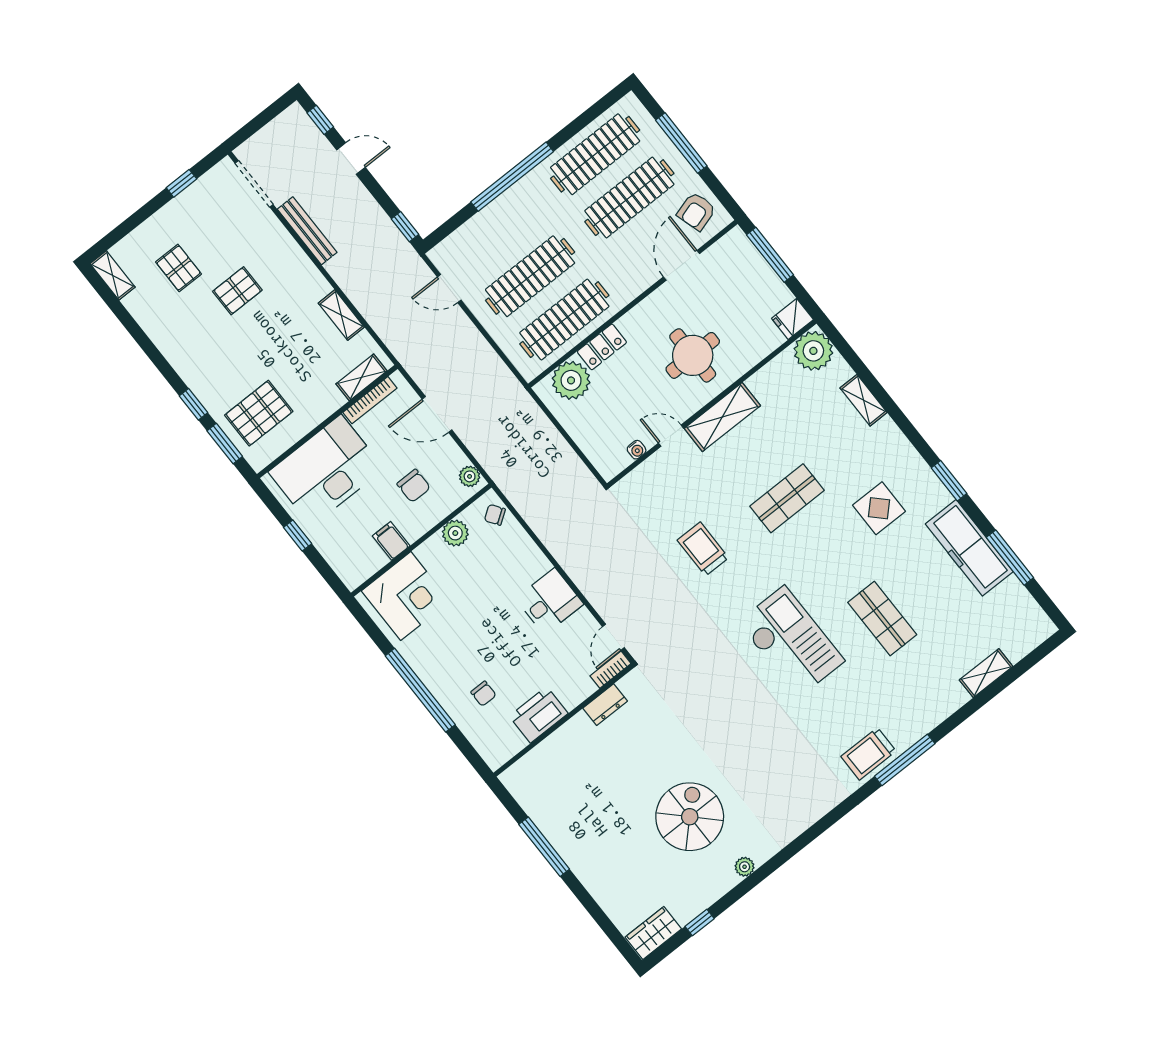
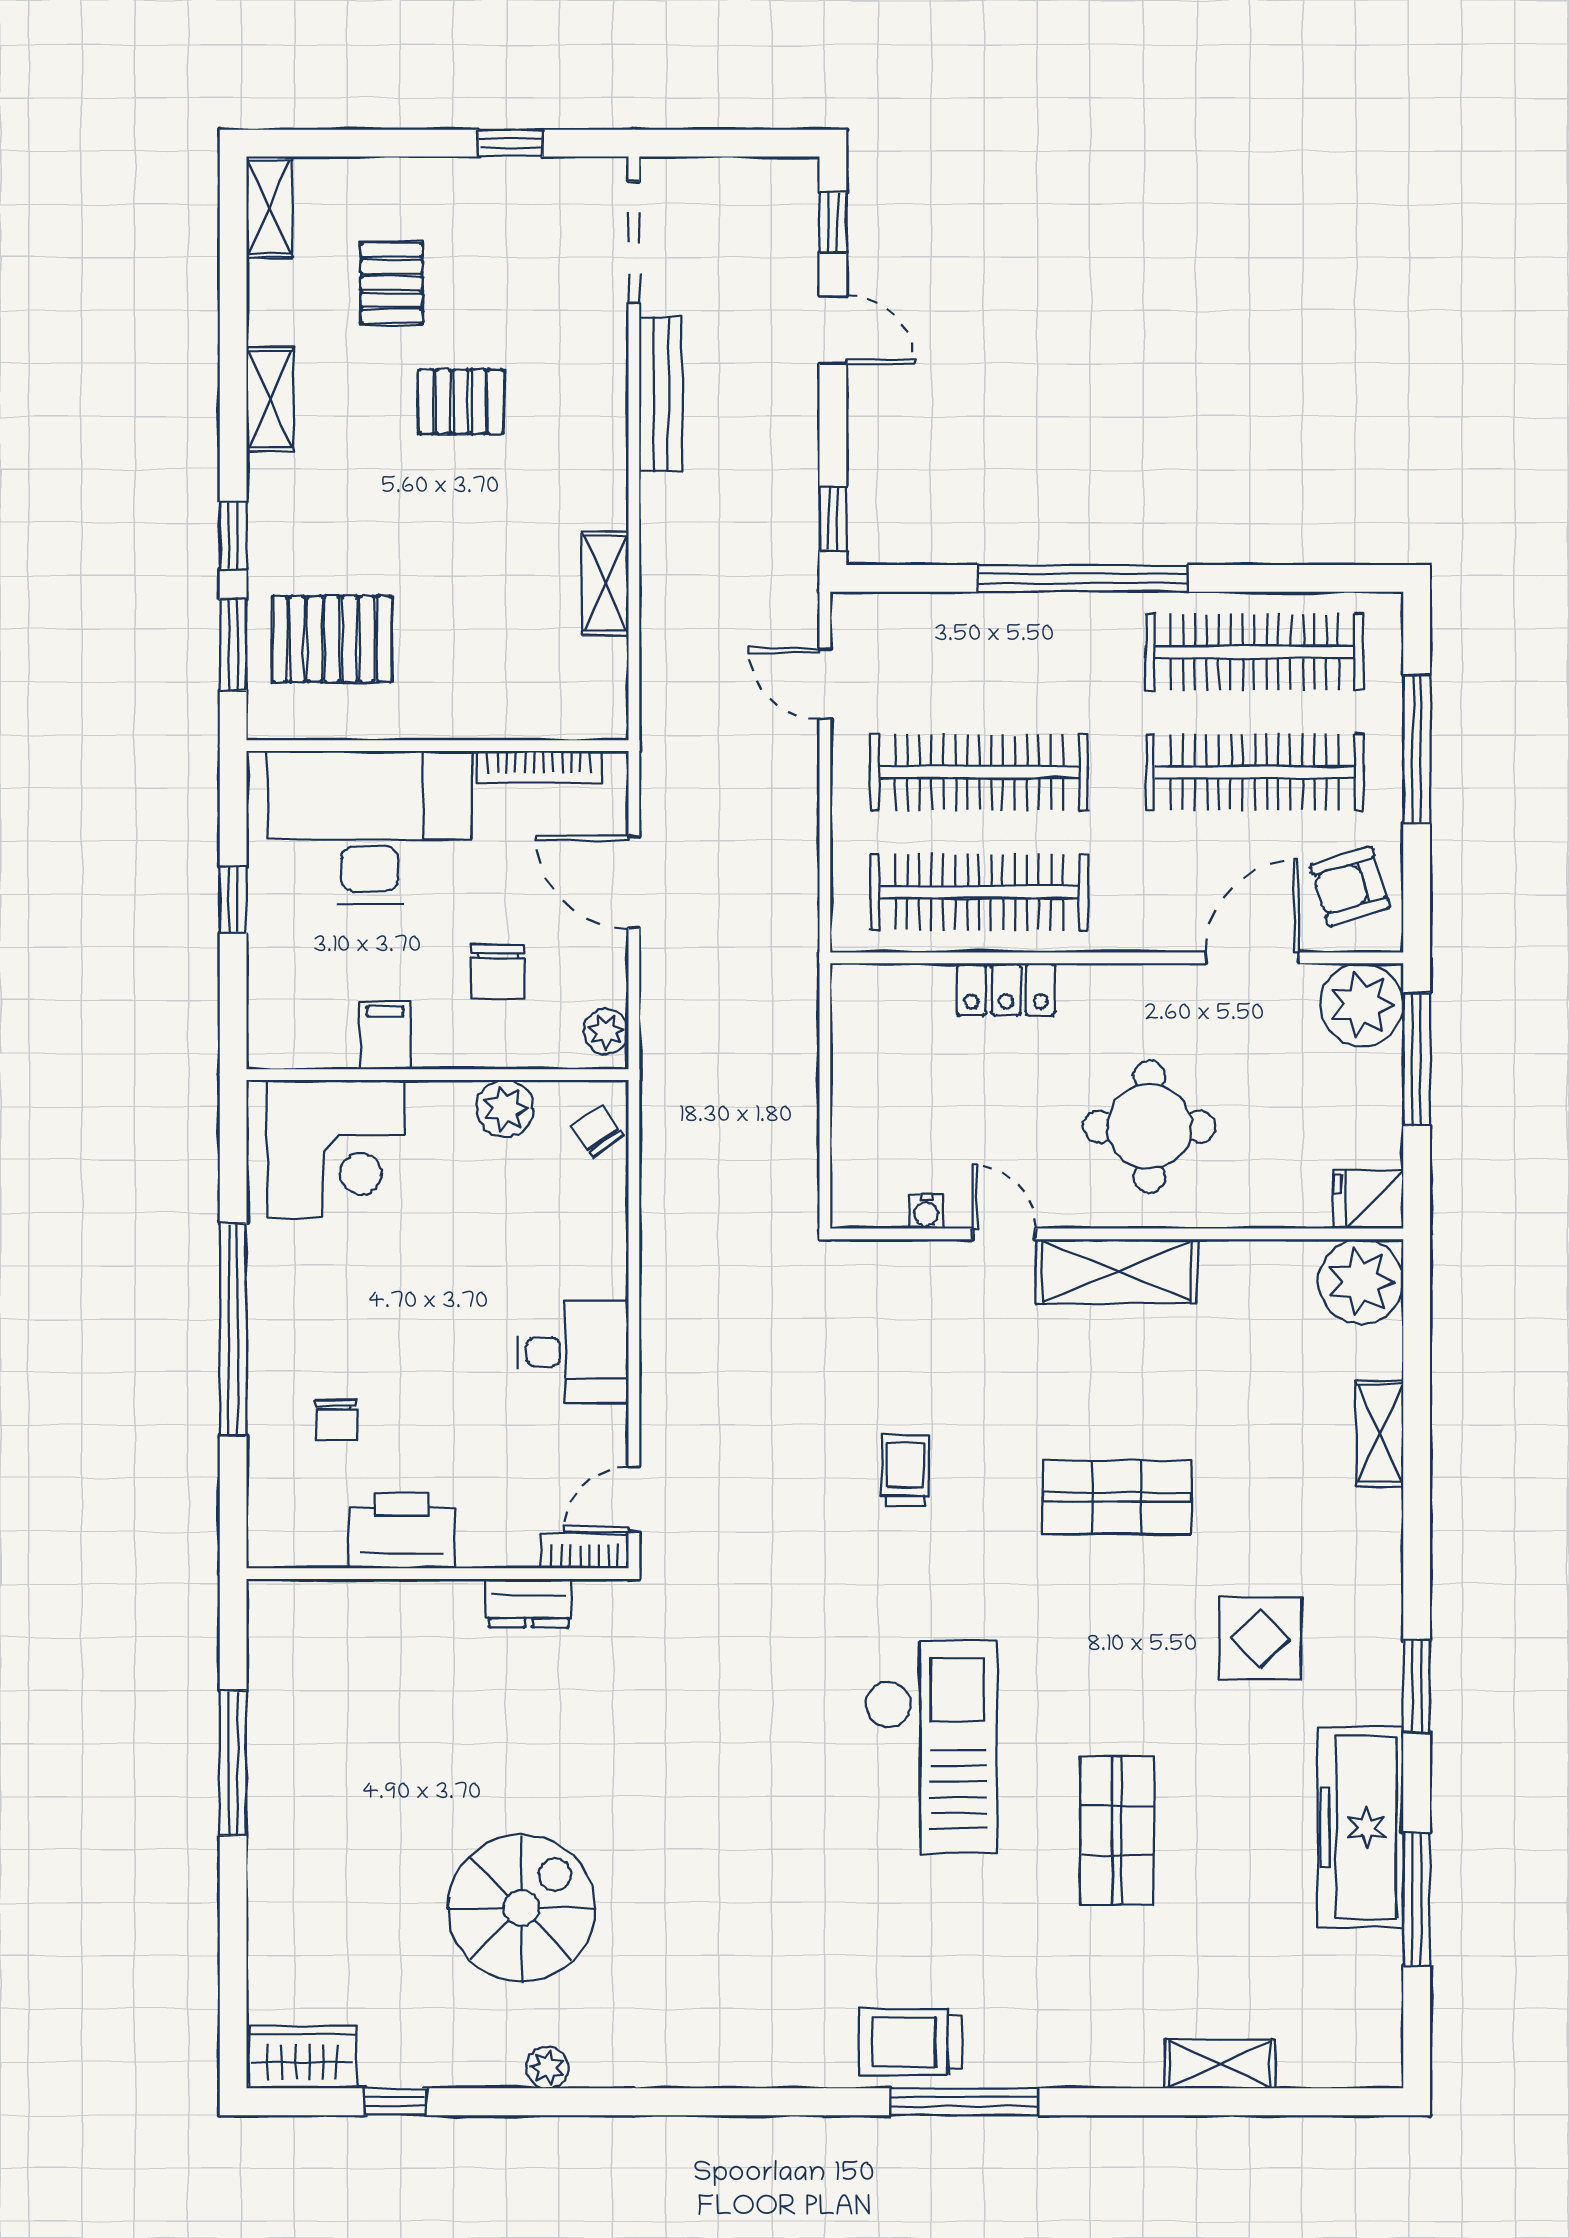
shelving: (361, 377) -> (270, 399), moved, turned 90
plant: (571, 380) -> (1362, 1005), moved
trolley: (703, 549) -> (905, 1470), width x0.73, depth x0.72

